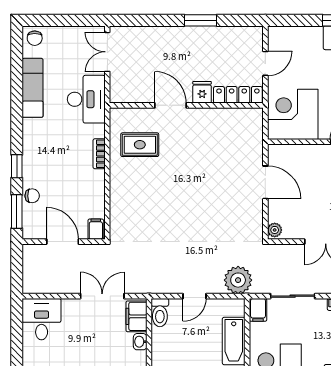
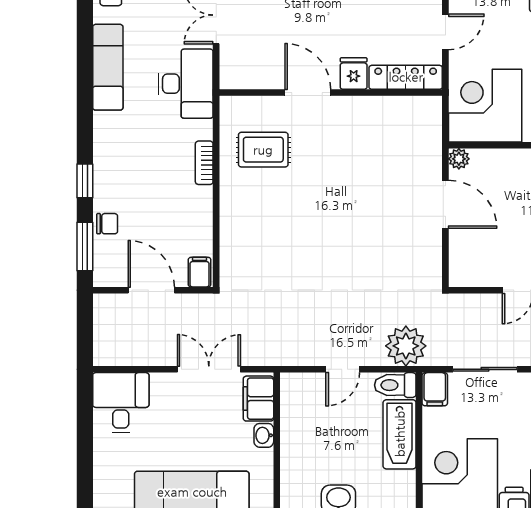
plant: (275, 230) -> (459, 159), moved
toilet: (160, 313) -> (395, 385), moved, turned 90

